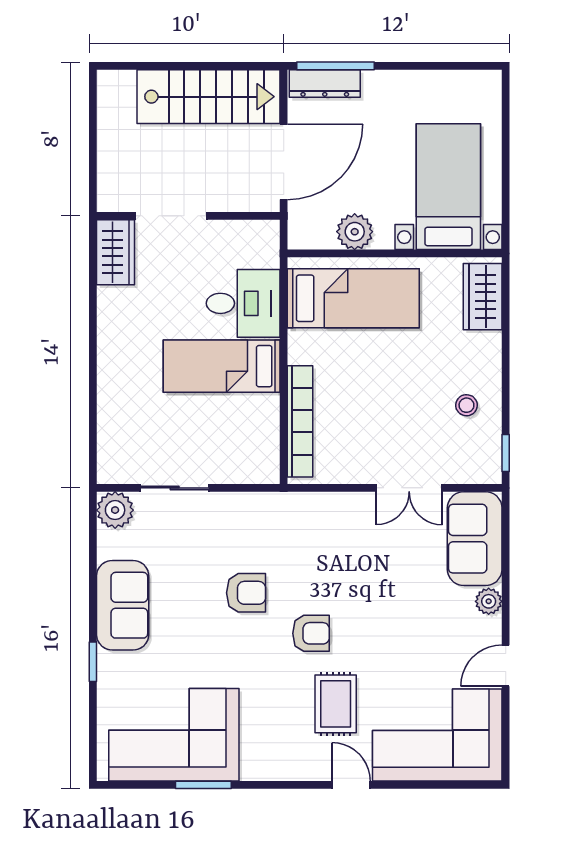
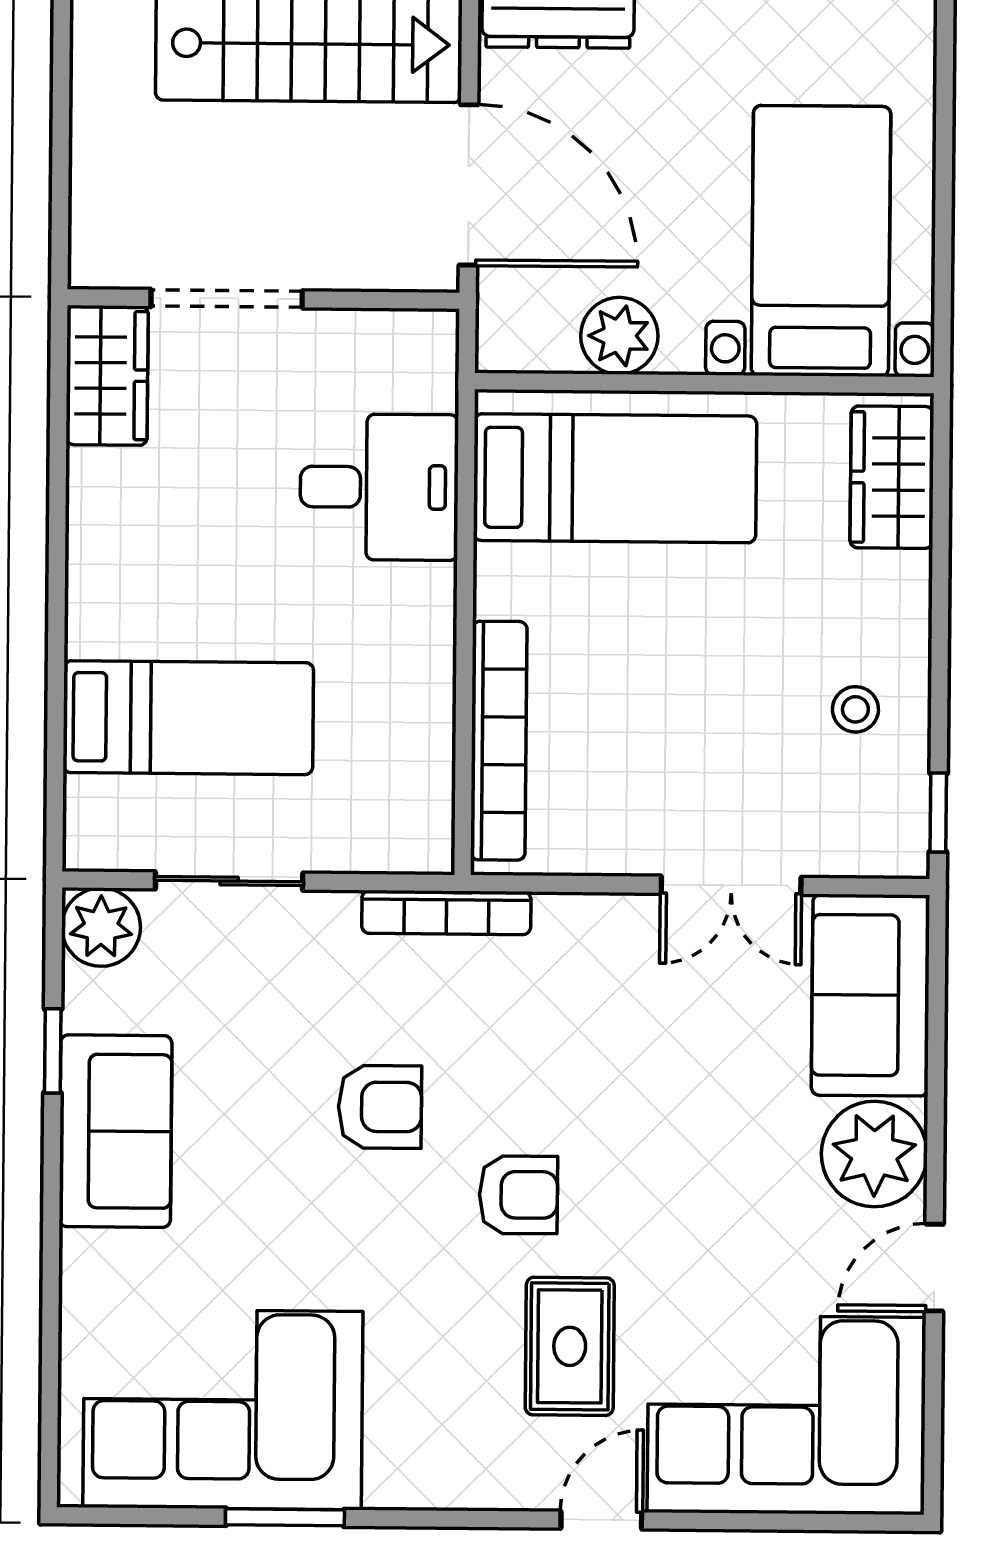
door: (284, 162) -> (468, 185), hinge flipped
bed: (222, 366) -> (188, 718), moved, turned 180
bookcase: (276, 502) -> (446, 912), added
plant: (489, 601) -> (874, 1154), width x1.87, depth x1.87
window: (93, 662) -> (53, 1051), moved
door: (351, 785) -> (601, 1520), hinge flipped

